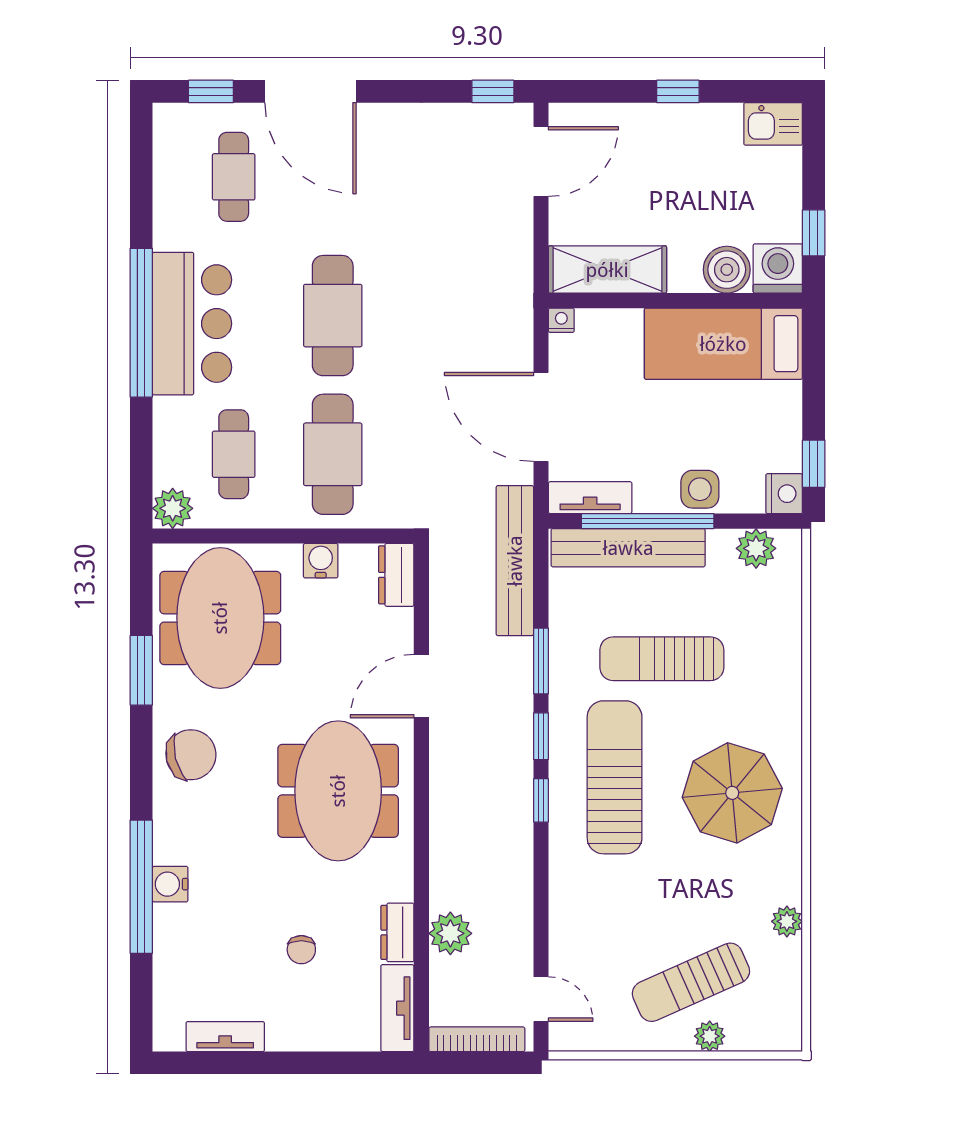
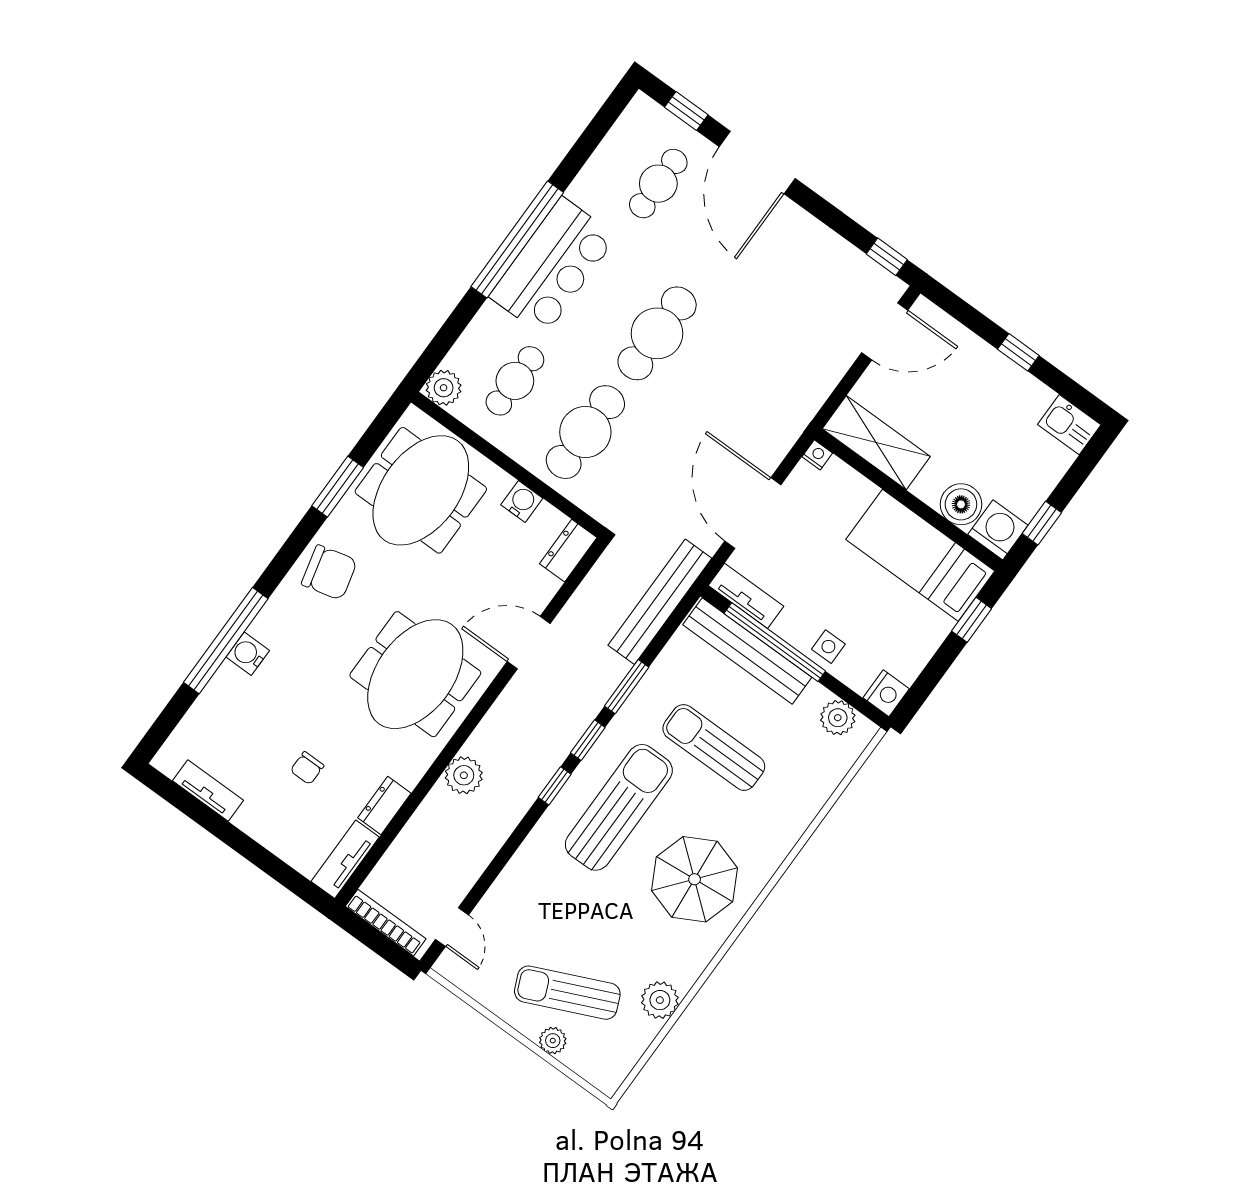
window: (814, 464) -> (972, 620), moved
side table: (700, 489) -> (828, 647), width x0.73, depth x0.73
plant: (787, 921) -> (660, 1000), width x1.38, depth x1.38
plant: (450, 933) -> (464, 775), moved

